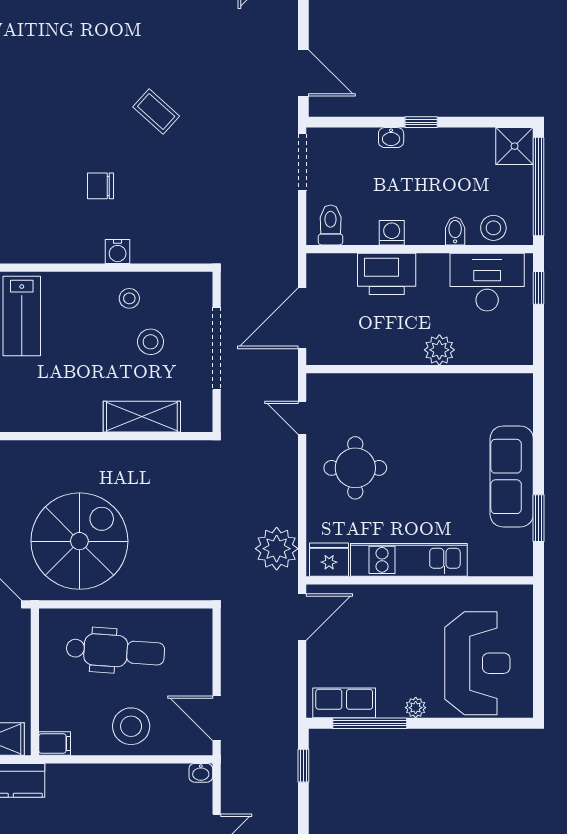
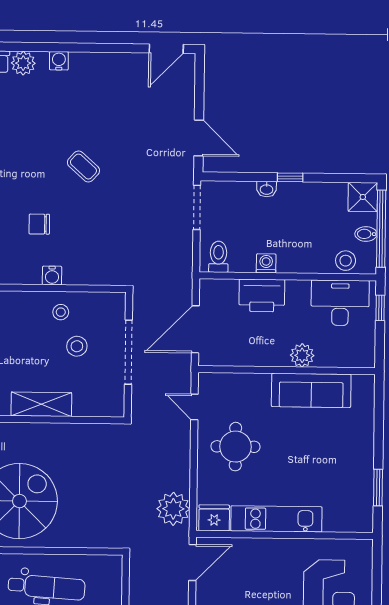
bidet: (455, 231) -> (366, 234), moved, turned -90
shelving: (142, 417) -> (41, 404), moved
sofa: (512, 476) -> (311, 390), moved, turned -90

